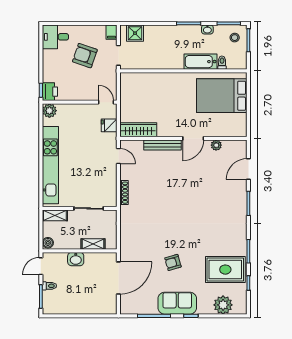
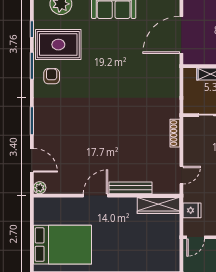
door: (106, 102) -> (196, 237), hinge flipped
plant: (216, 145) -> (40, 188), moved
door: (118, 156) -> (181, 175), swing flipped
door: (248, 169) -> (32, 160), hinge flipped
armchair: (173, 262) -> (52, 76), moved, turned -74

